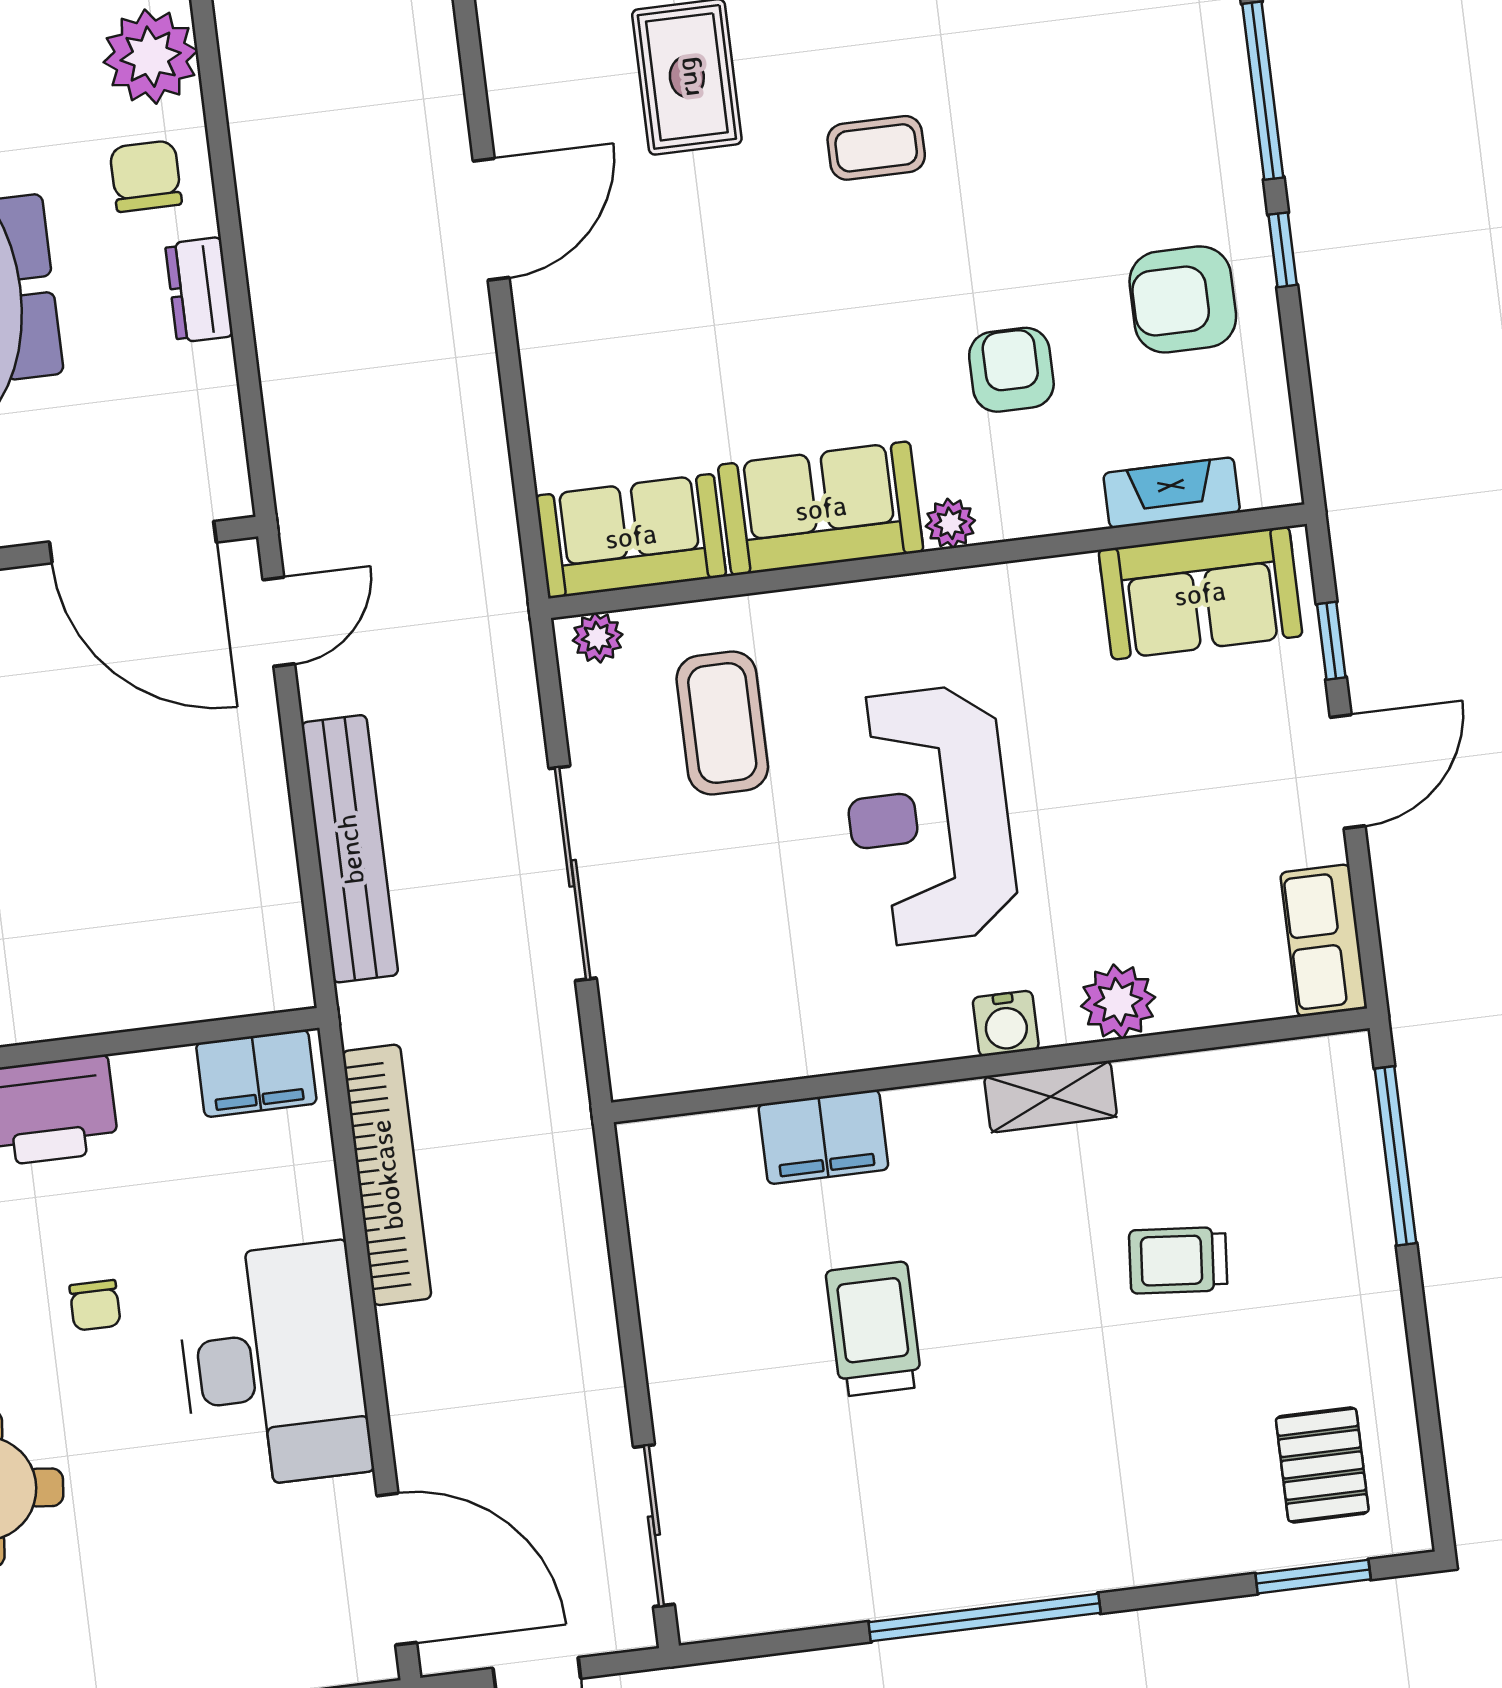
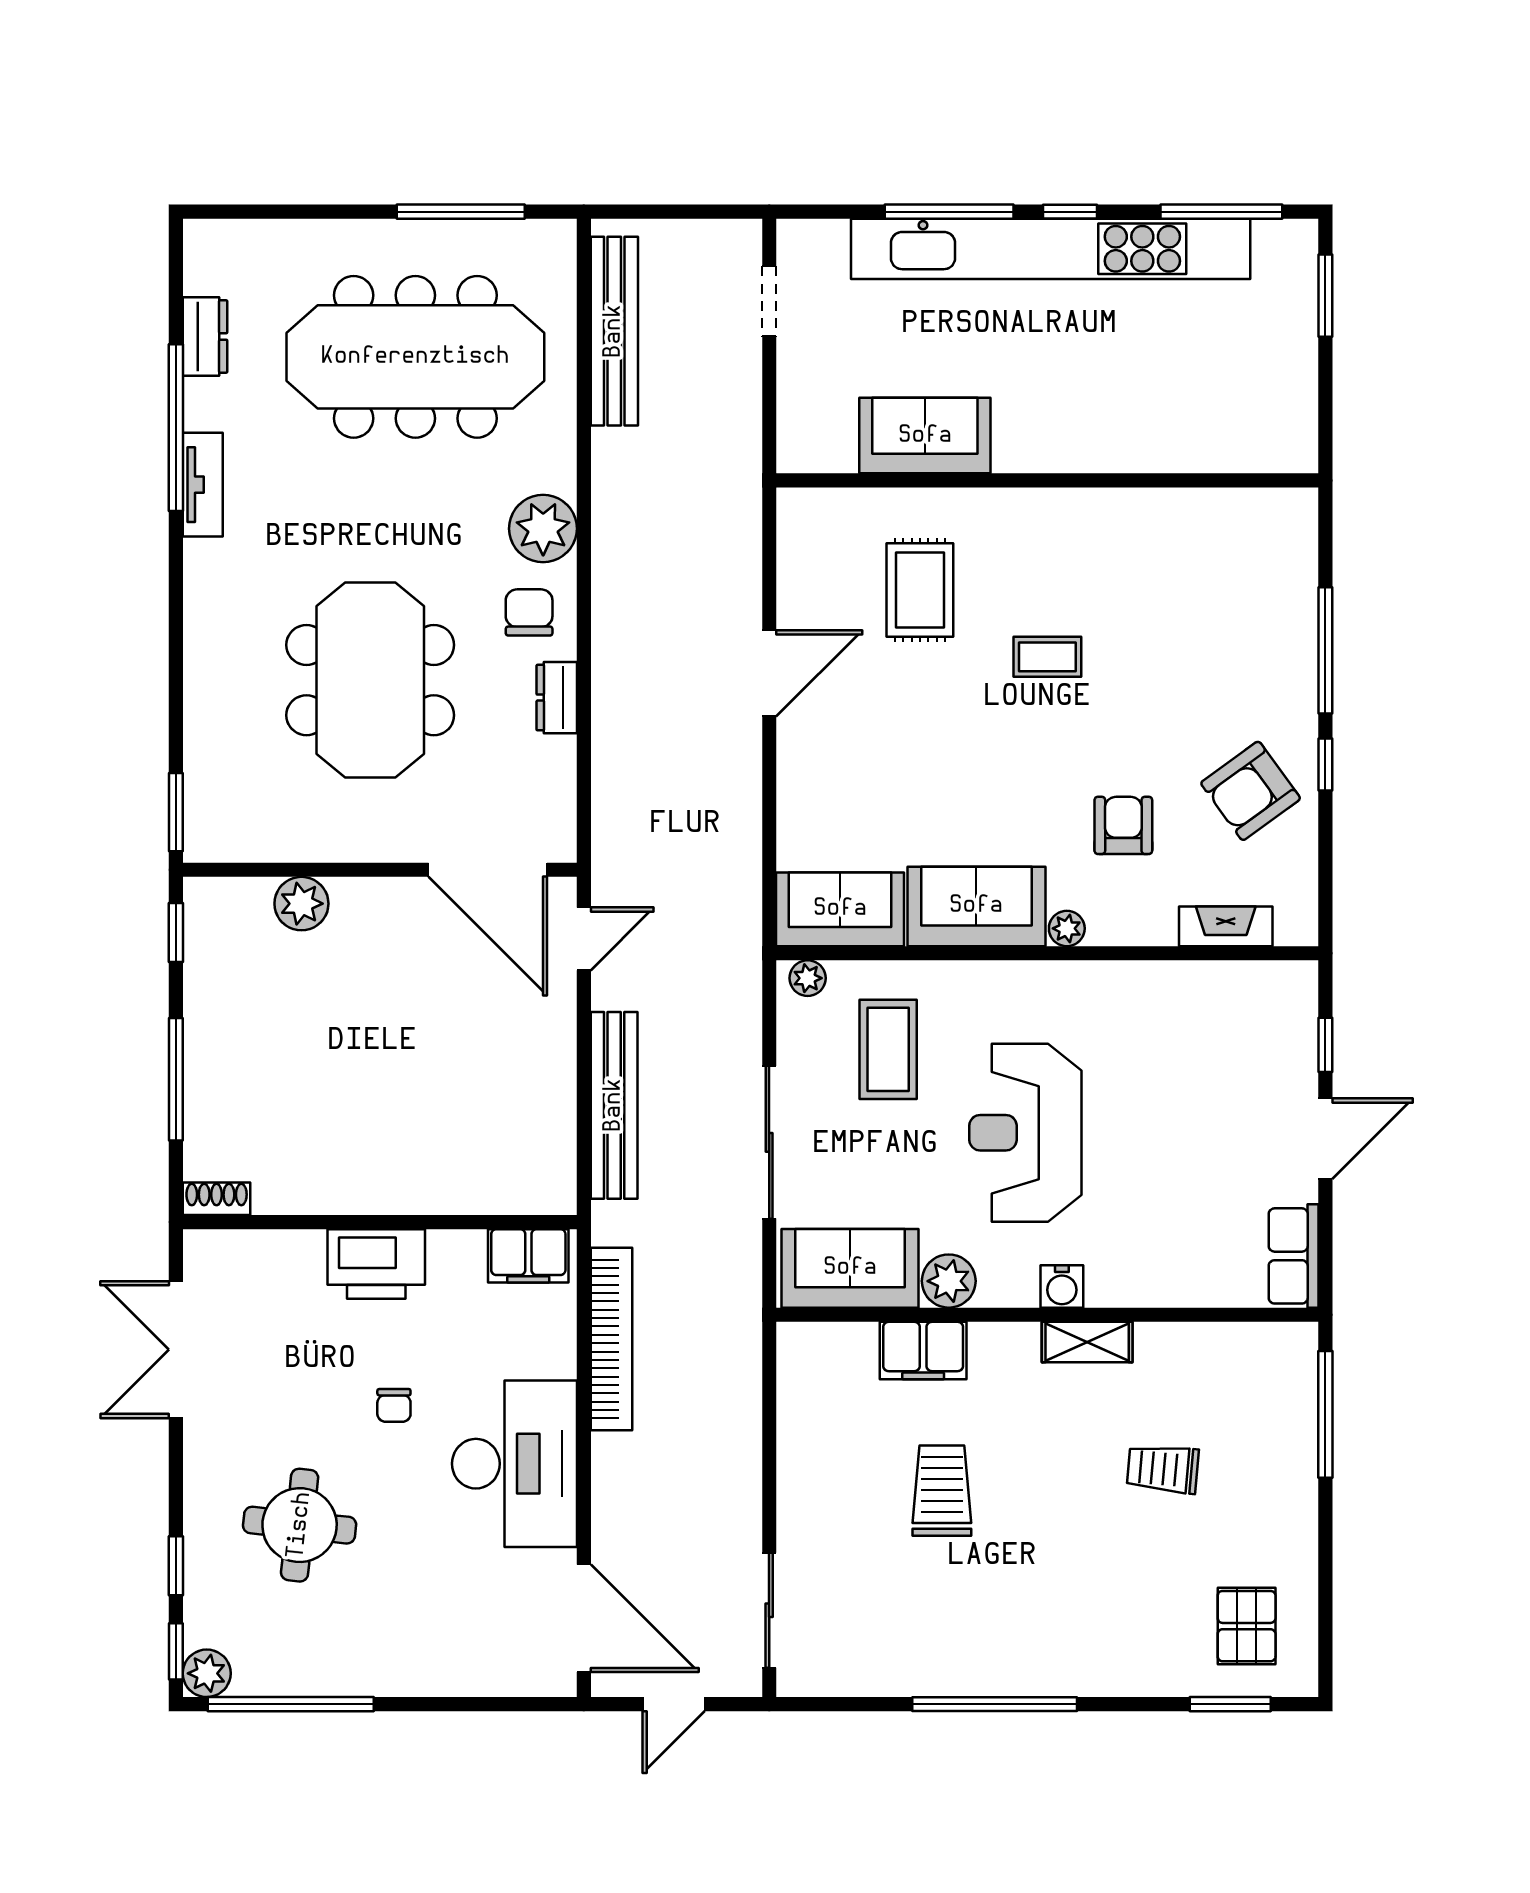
armchair: (1183, 299) -> (1251, 791), turned -36
sofa: (1200, 593) -> (850, 1268), moved, turned 180
plant: (1118, 1002) -> (949, 1281), moved

